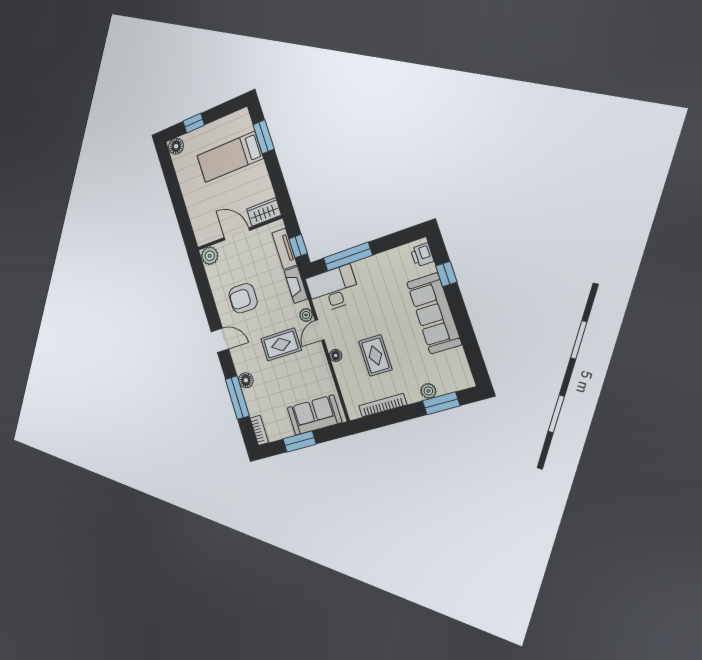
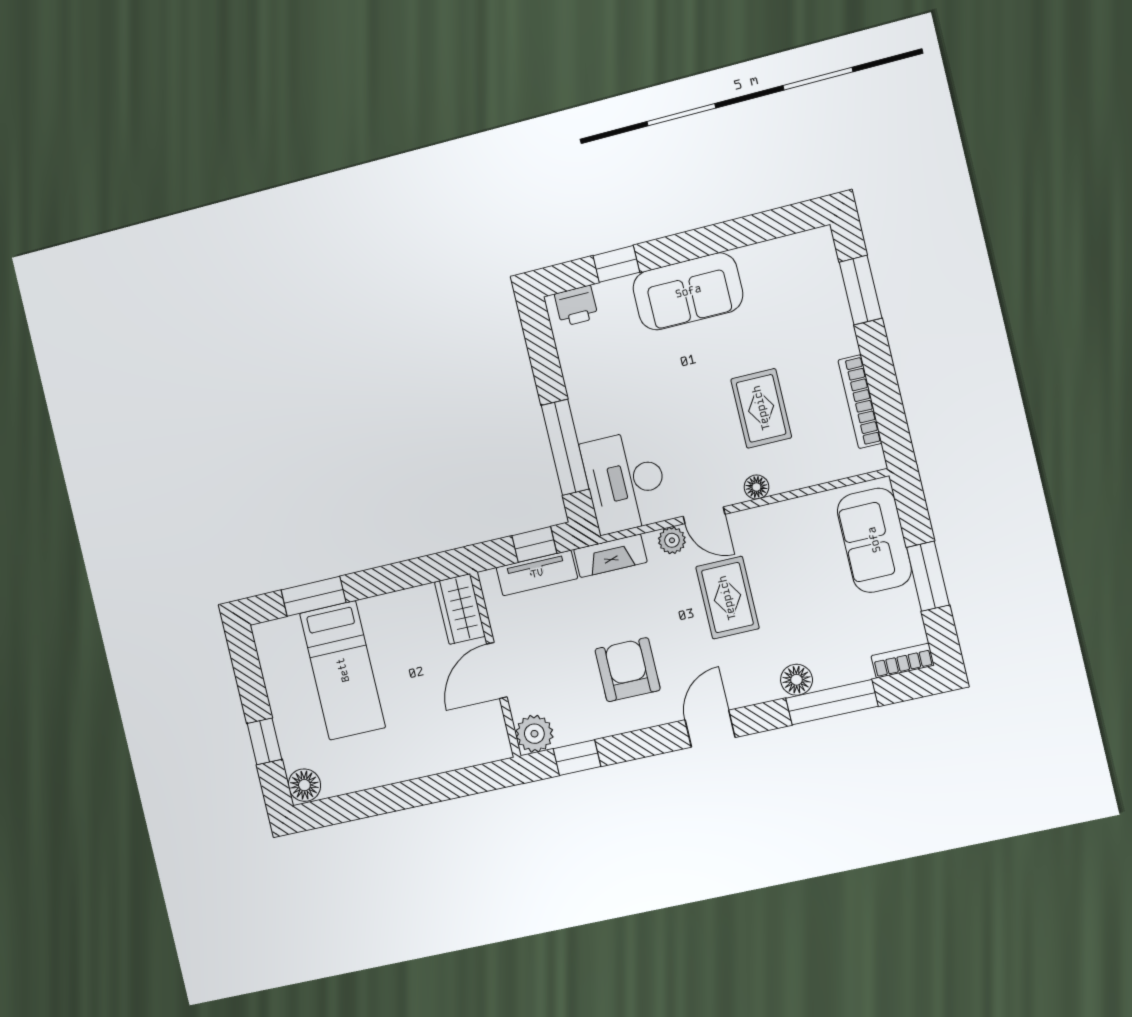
window: (201, 277) -> (577, 758), added
armchair: (243, 298) -> (628, 670), turned 180
sofa: (434, 313) -> (688, 291), width x0.73
rug: (375, 355) -> (761, 408), turned 90
plant: (428, 391) -> (836, 312), removed

